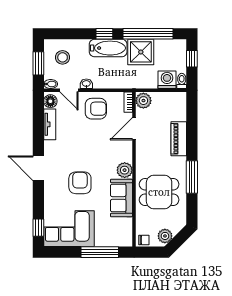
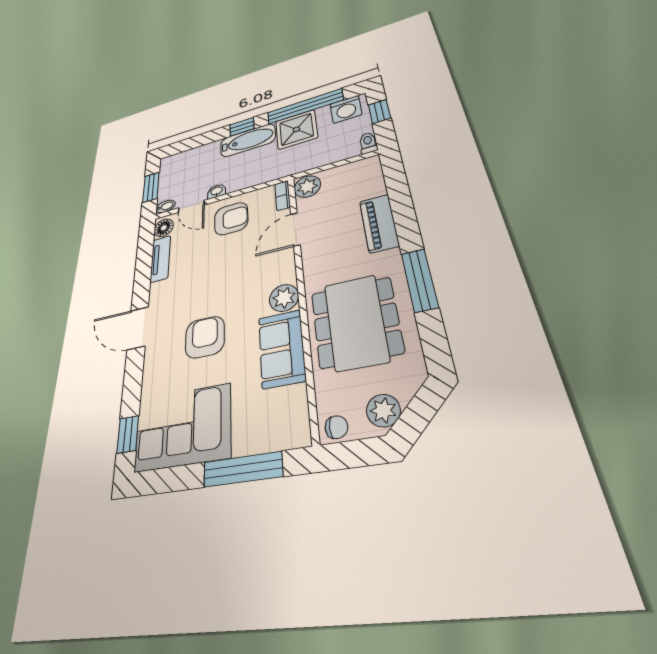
stool: (63, 57) -> (184, 171), removed
washing machine: (167, 80) -> (346, 109), moved, turned 180
dining table: (159, 192) -> (356, 322), width x1.38

